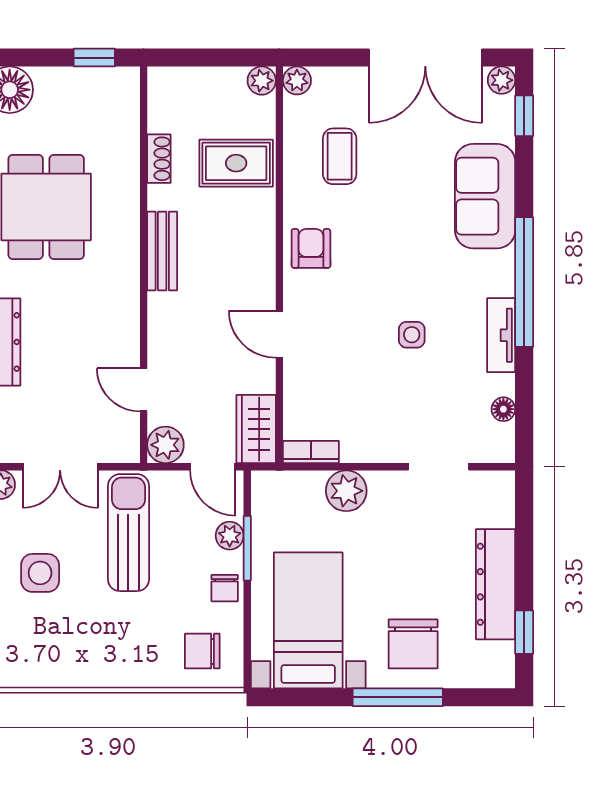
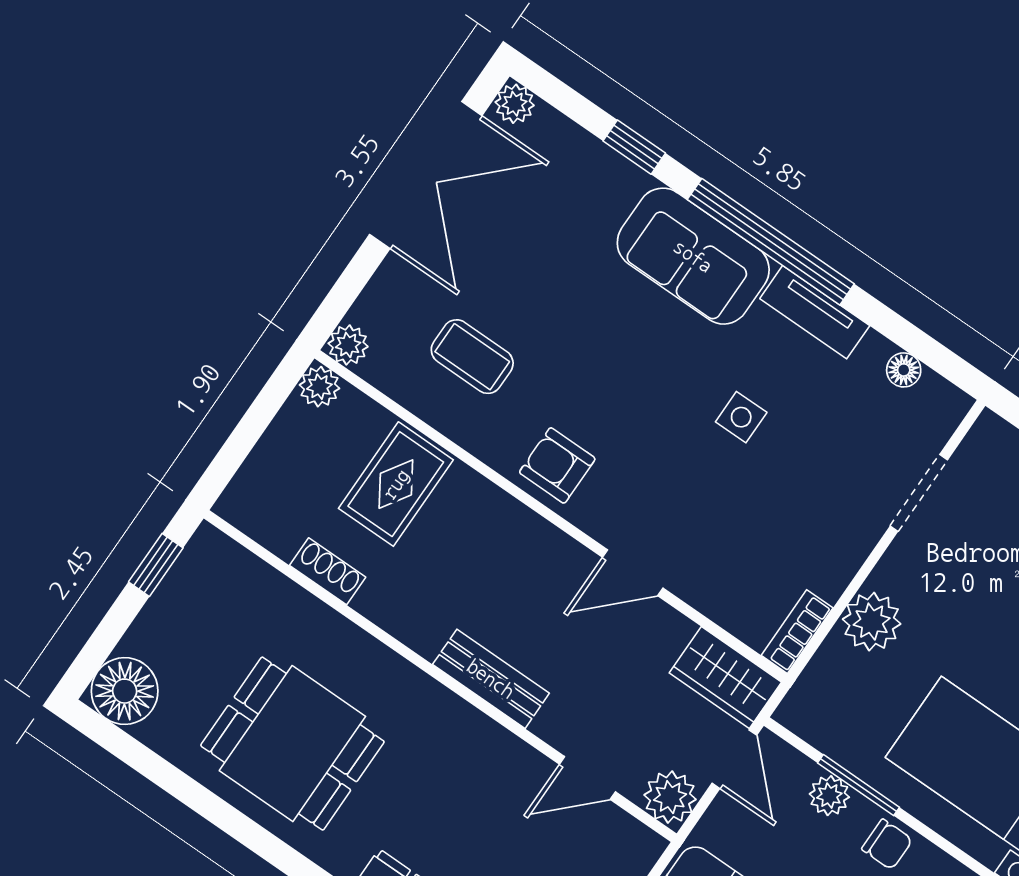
window: (524, 116) -> (634, 147), moved
sofa: (485, 196) -> (693, 256), moved
bench: (162, 251) -> (491, 679), moved
door: (213, 467) -> (734, 759), hinge flipped

